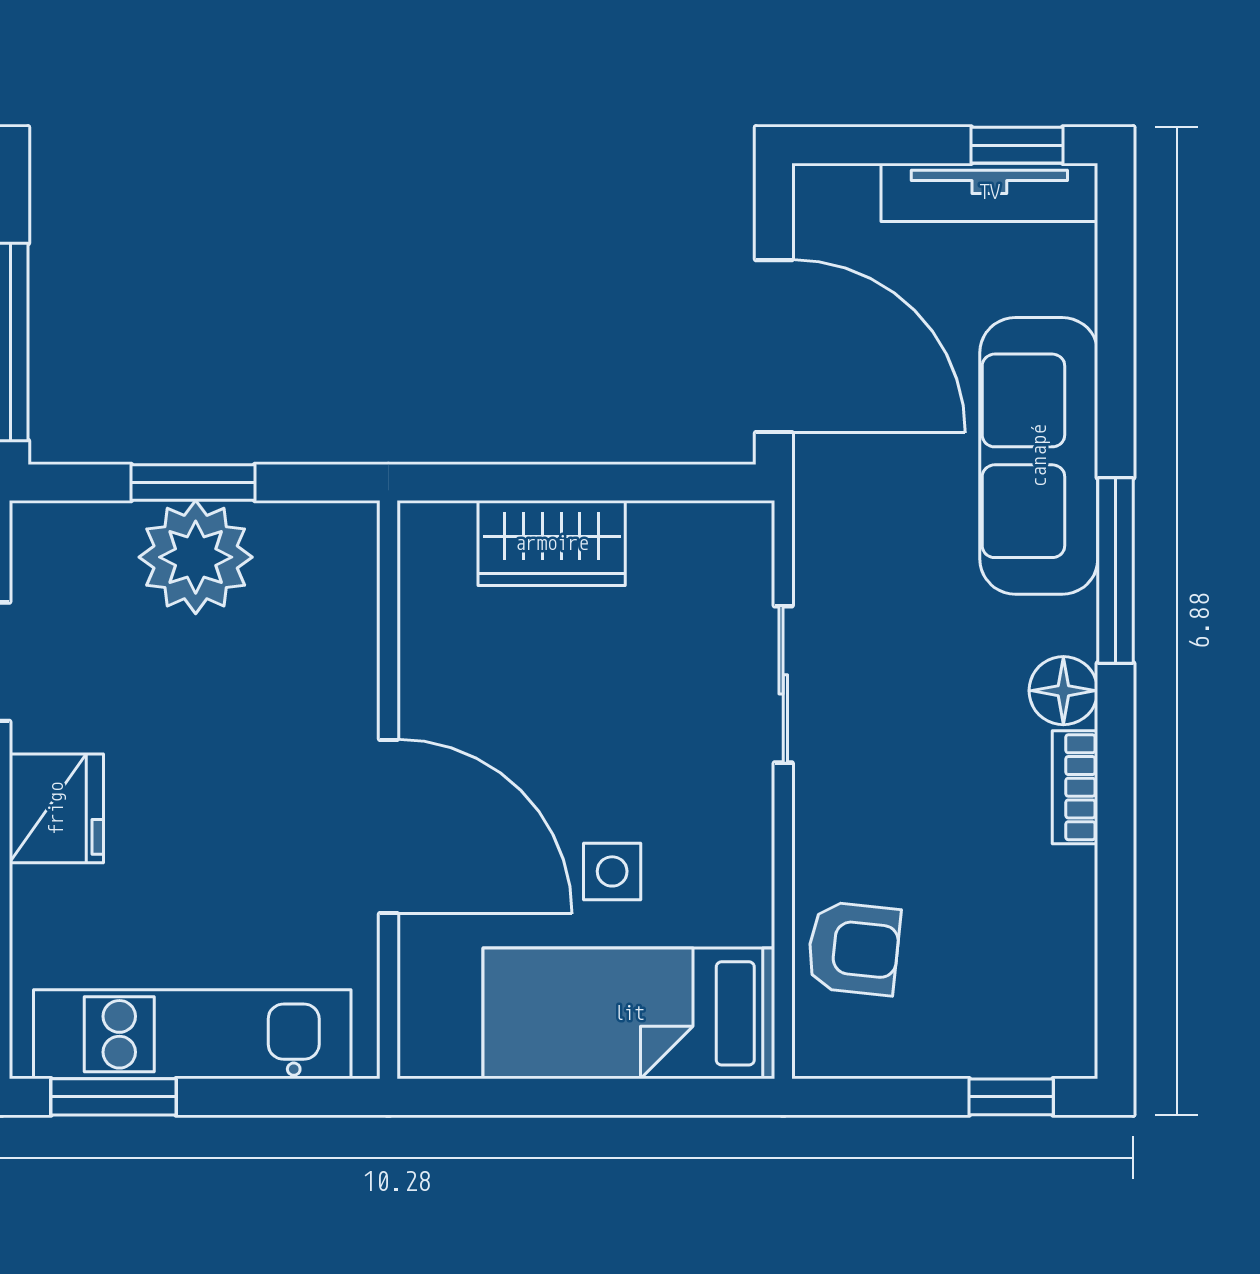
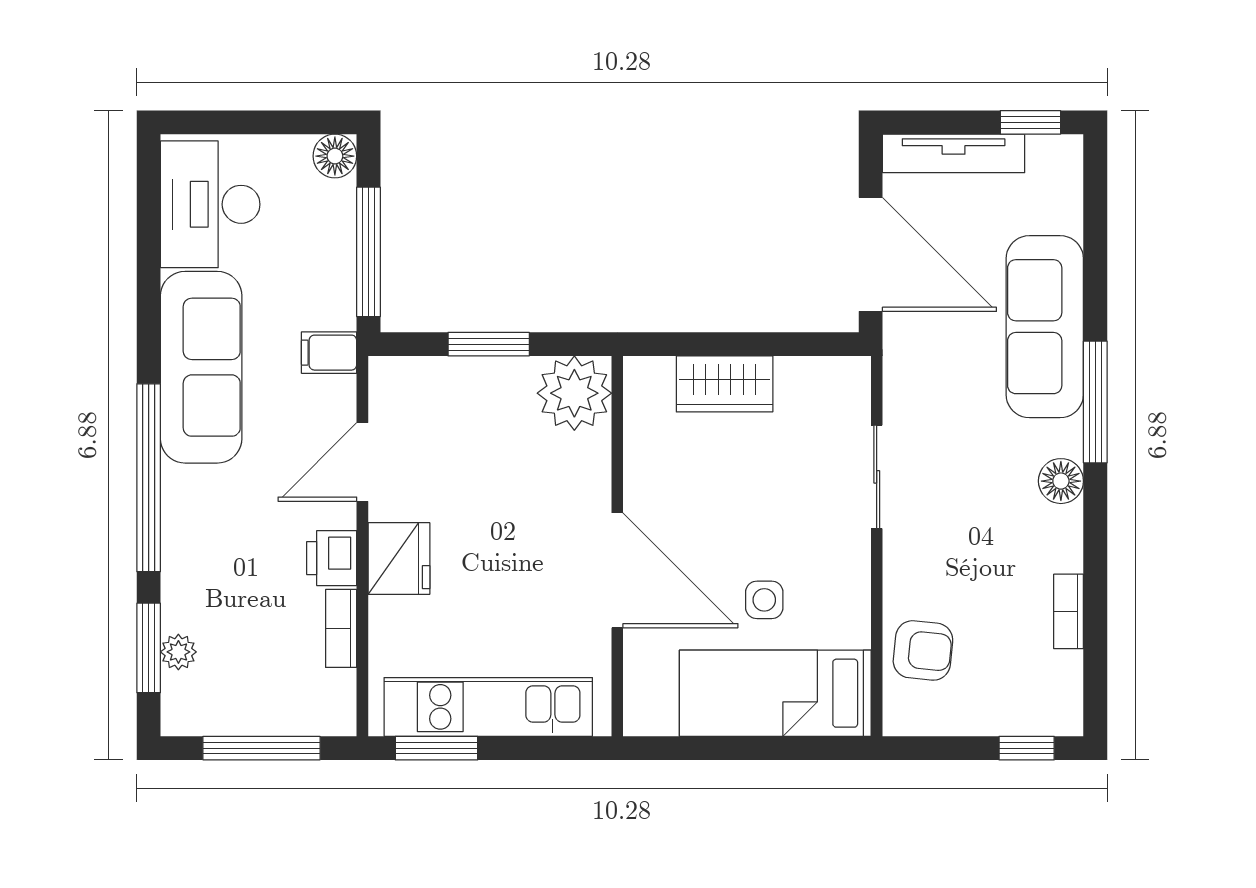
tv unit: (989, 192) -> (954, 153), moved
plant: (196, 557) -> (574, 393), moved
bookcase: (1075, 787) -> (1069, 611), moved

